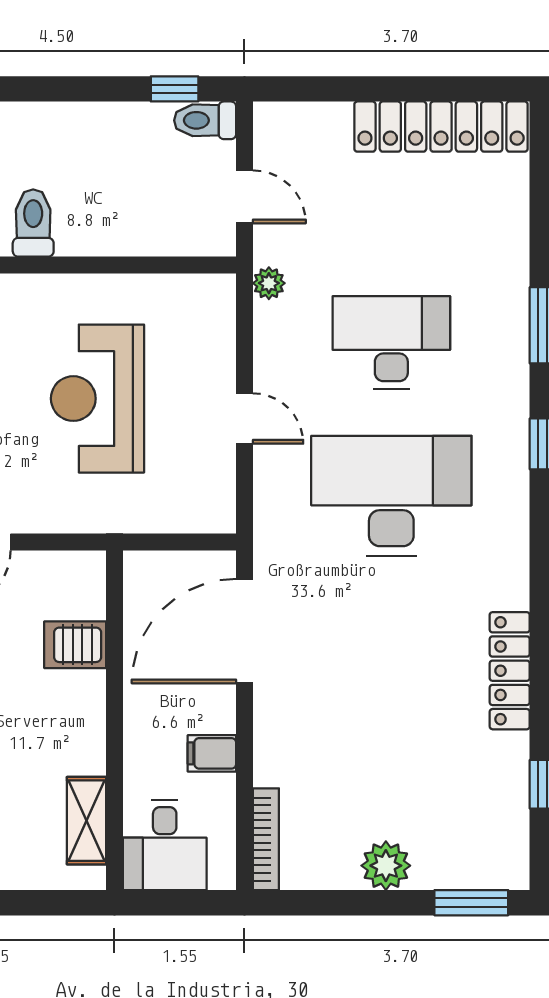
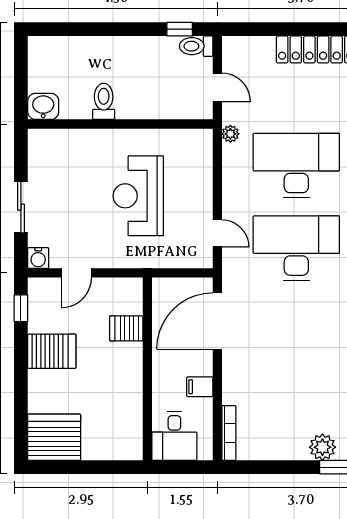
desk: (391, 342) -> (296, 166), width x1.36, depth x1.30
door: (244, 419) -> (217, 233), moved
shelving: (86, 821) -> (132, 423), removed
plant: (386, 866) -> (322, 447), moved

